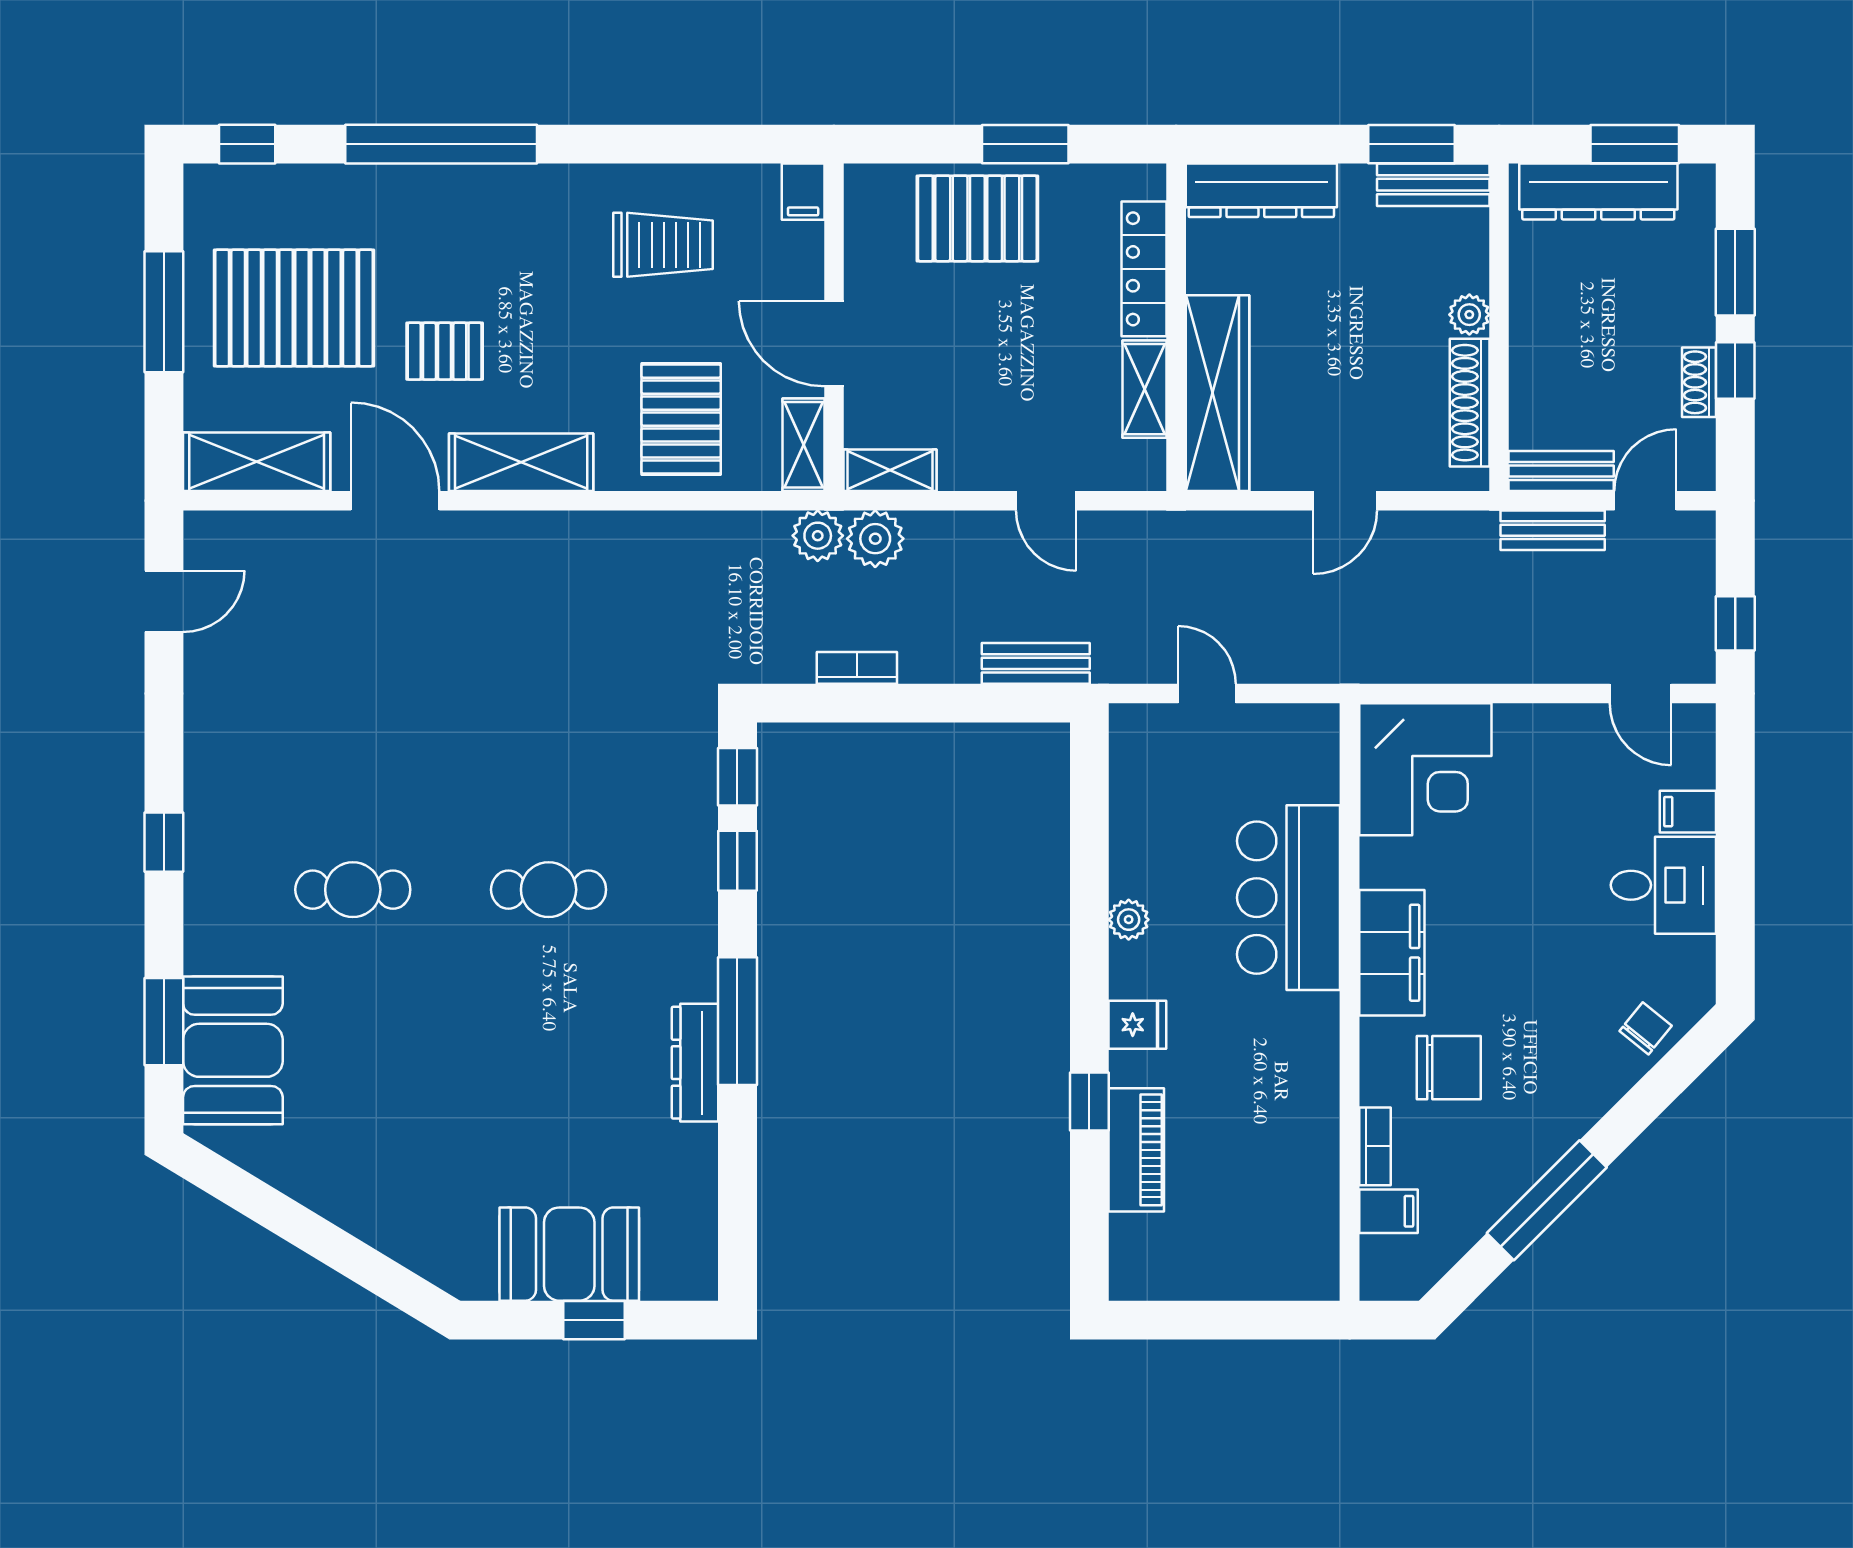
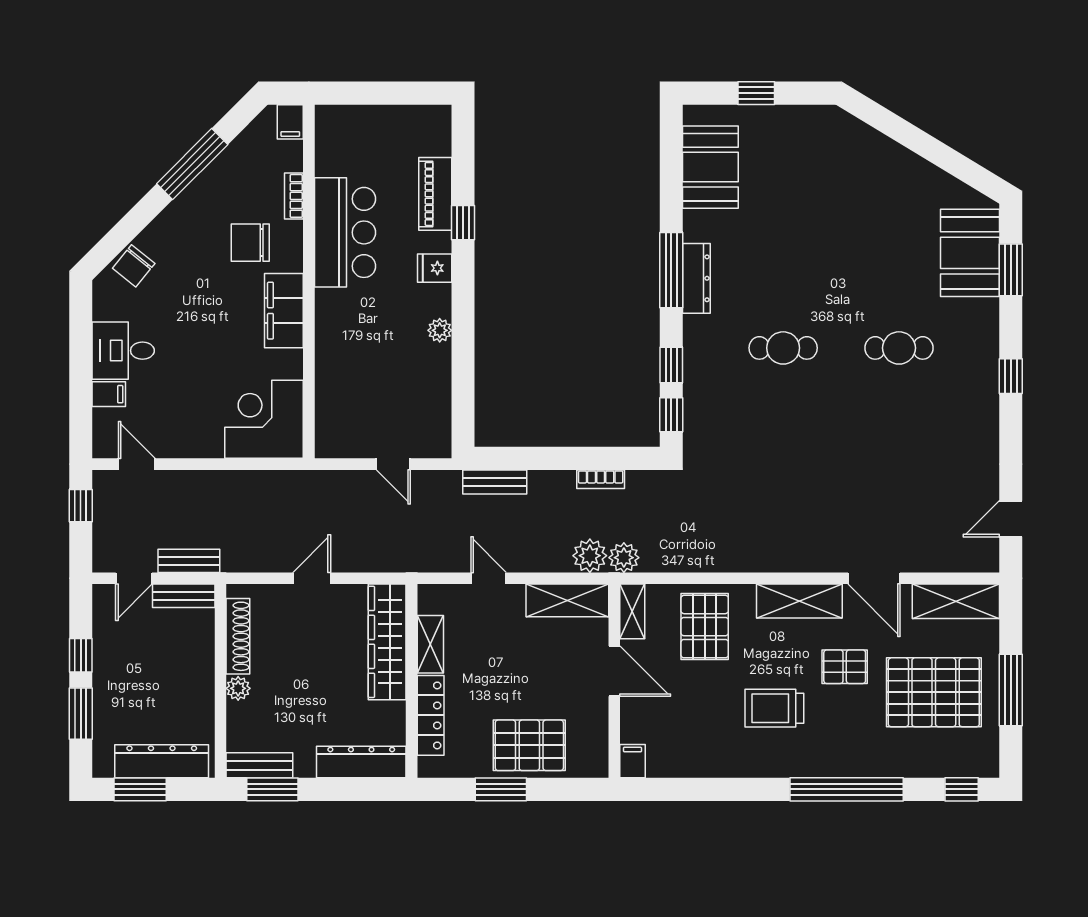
trolley: (663, 245) -> (774, 708), moved
shoe rack: (1699, 382) -> (102, 648), removed
shelving: (890, 470) -> (567, 600), width x1.50, depth x1.33
bar counter: (1289, 898) -> (345, 232), moved
chair: (1646, 1028) -> (134, 266), width x1.37, depth x1.37
dresser: (695, 1063) -> (696, 278), moved
filing cabinet: (1388, 1211) -> (290, 122), moved, turned -90
booth: (569, 1254) -> (710, 167), moved, turned 90

